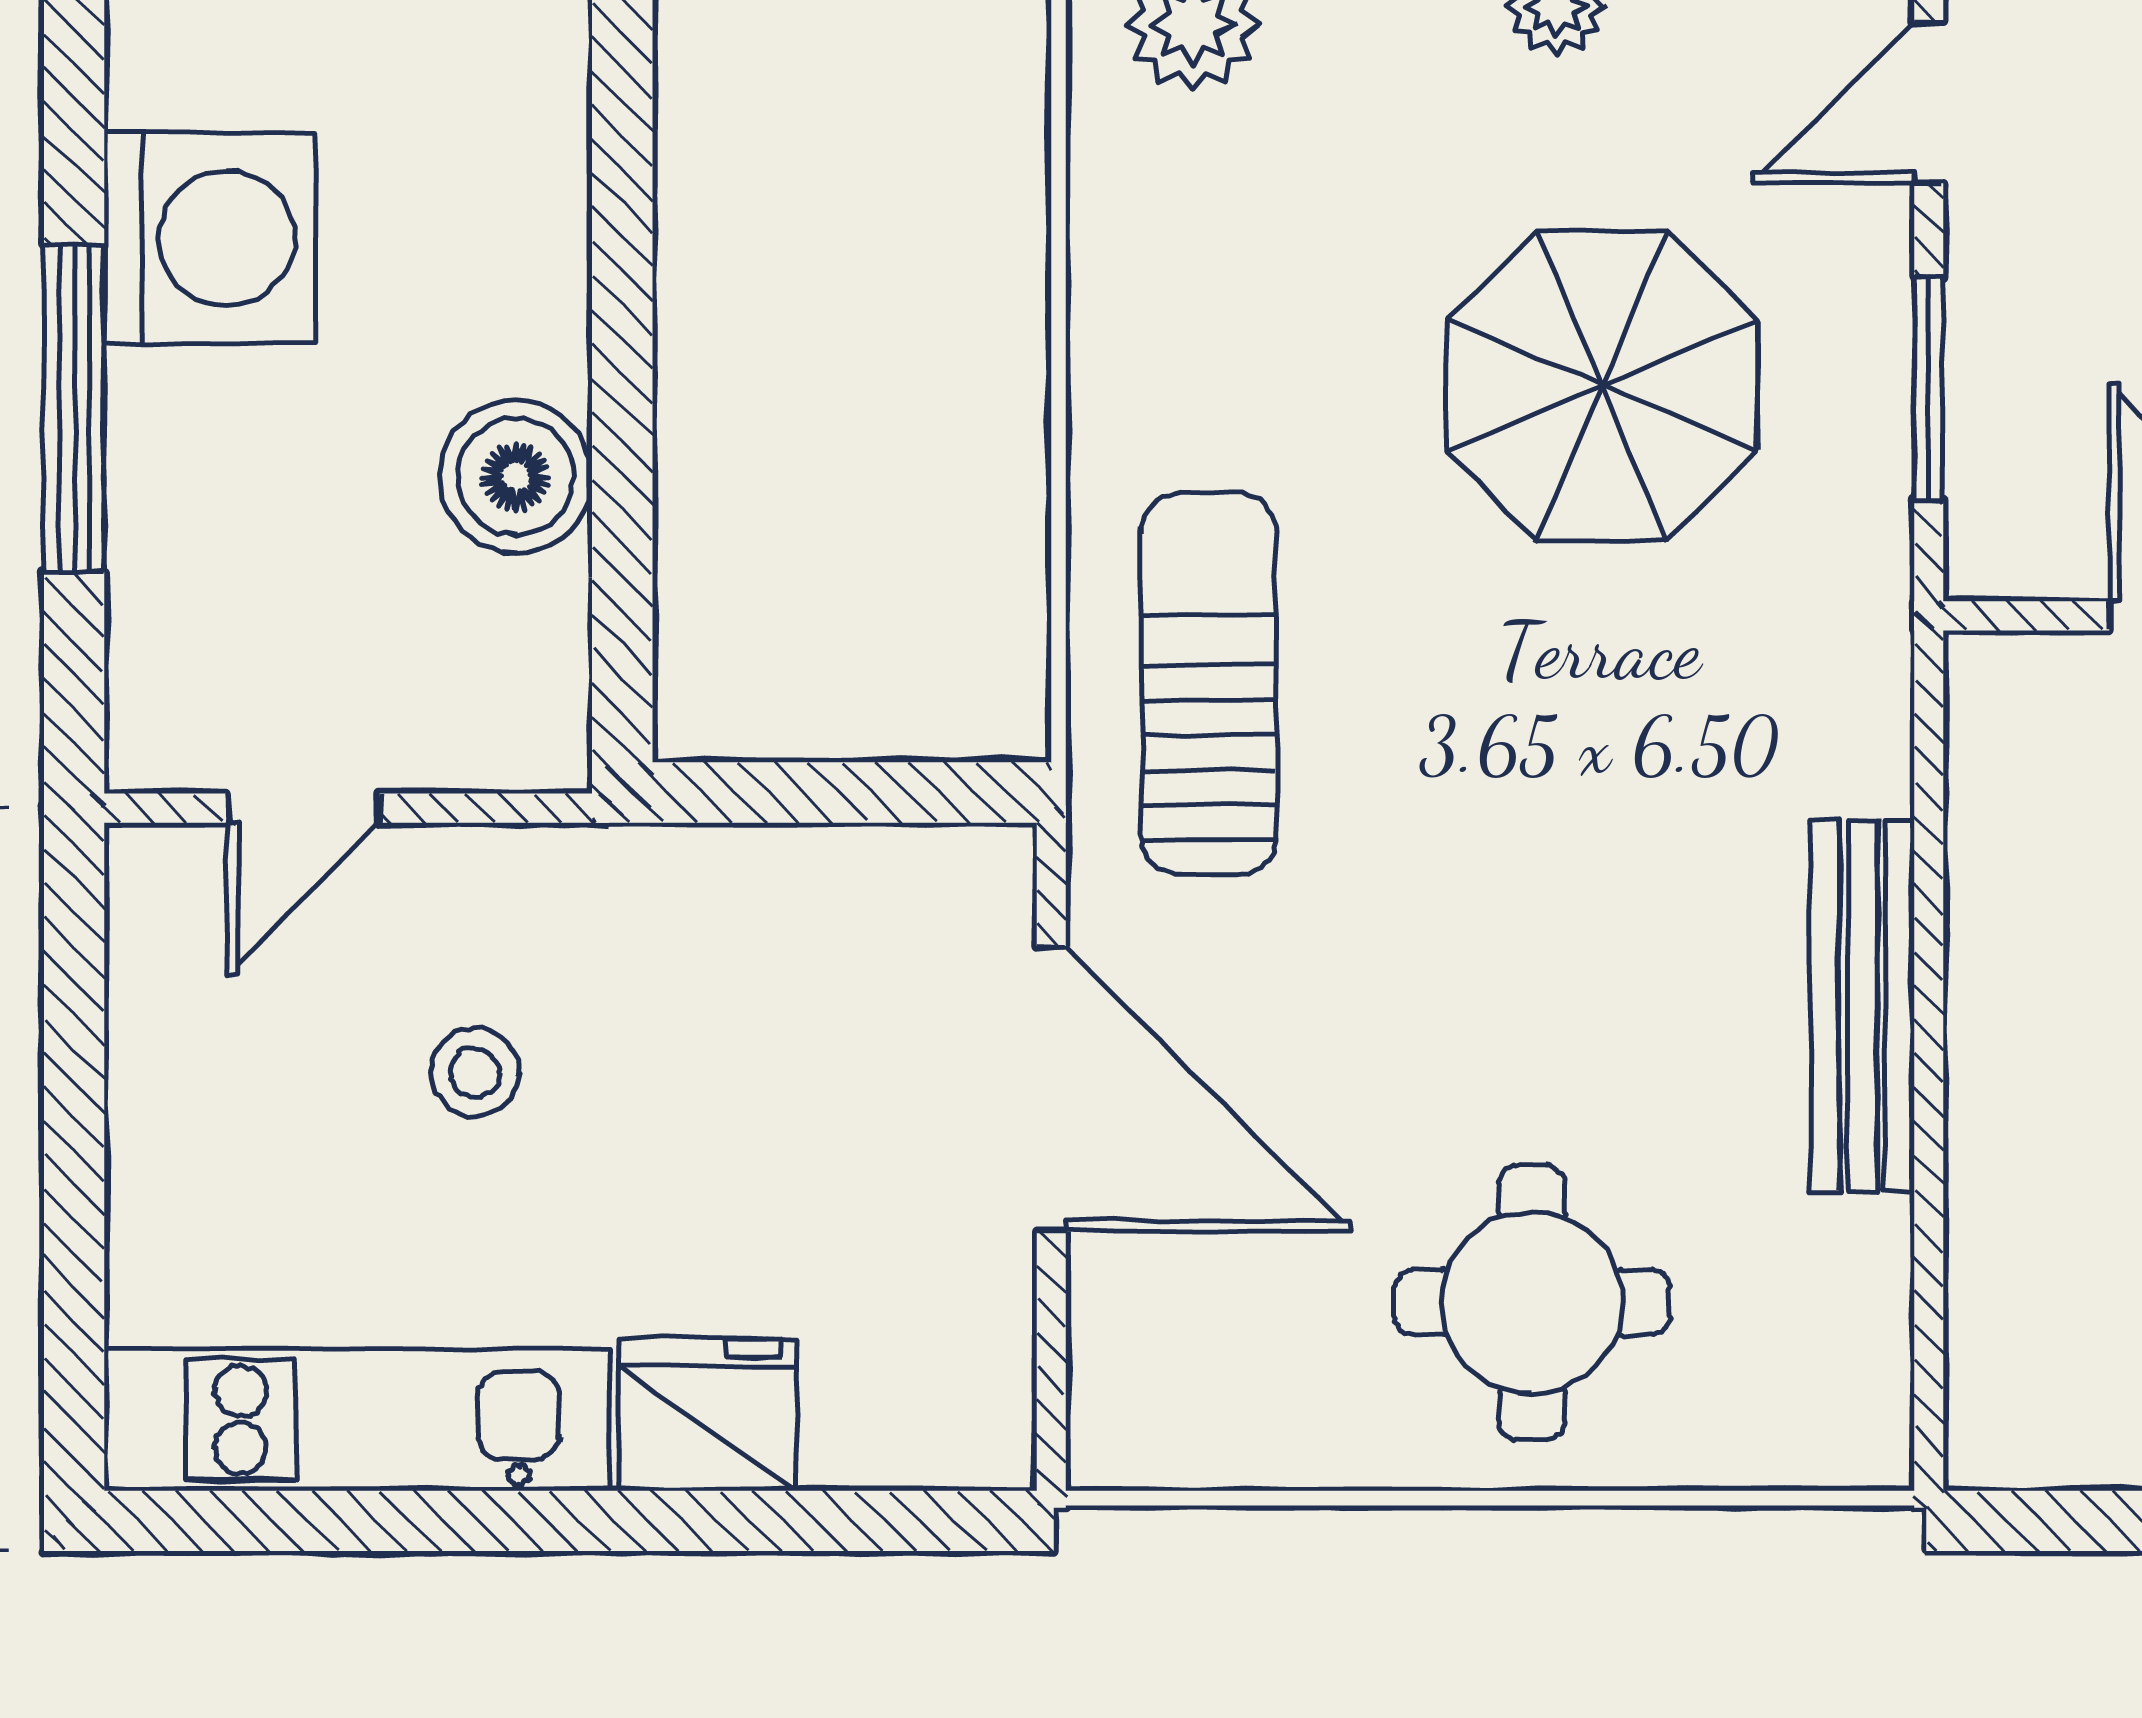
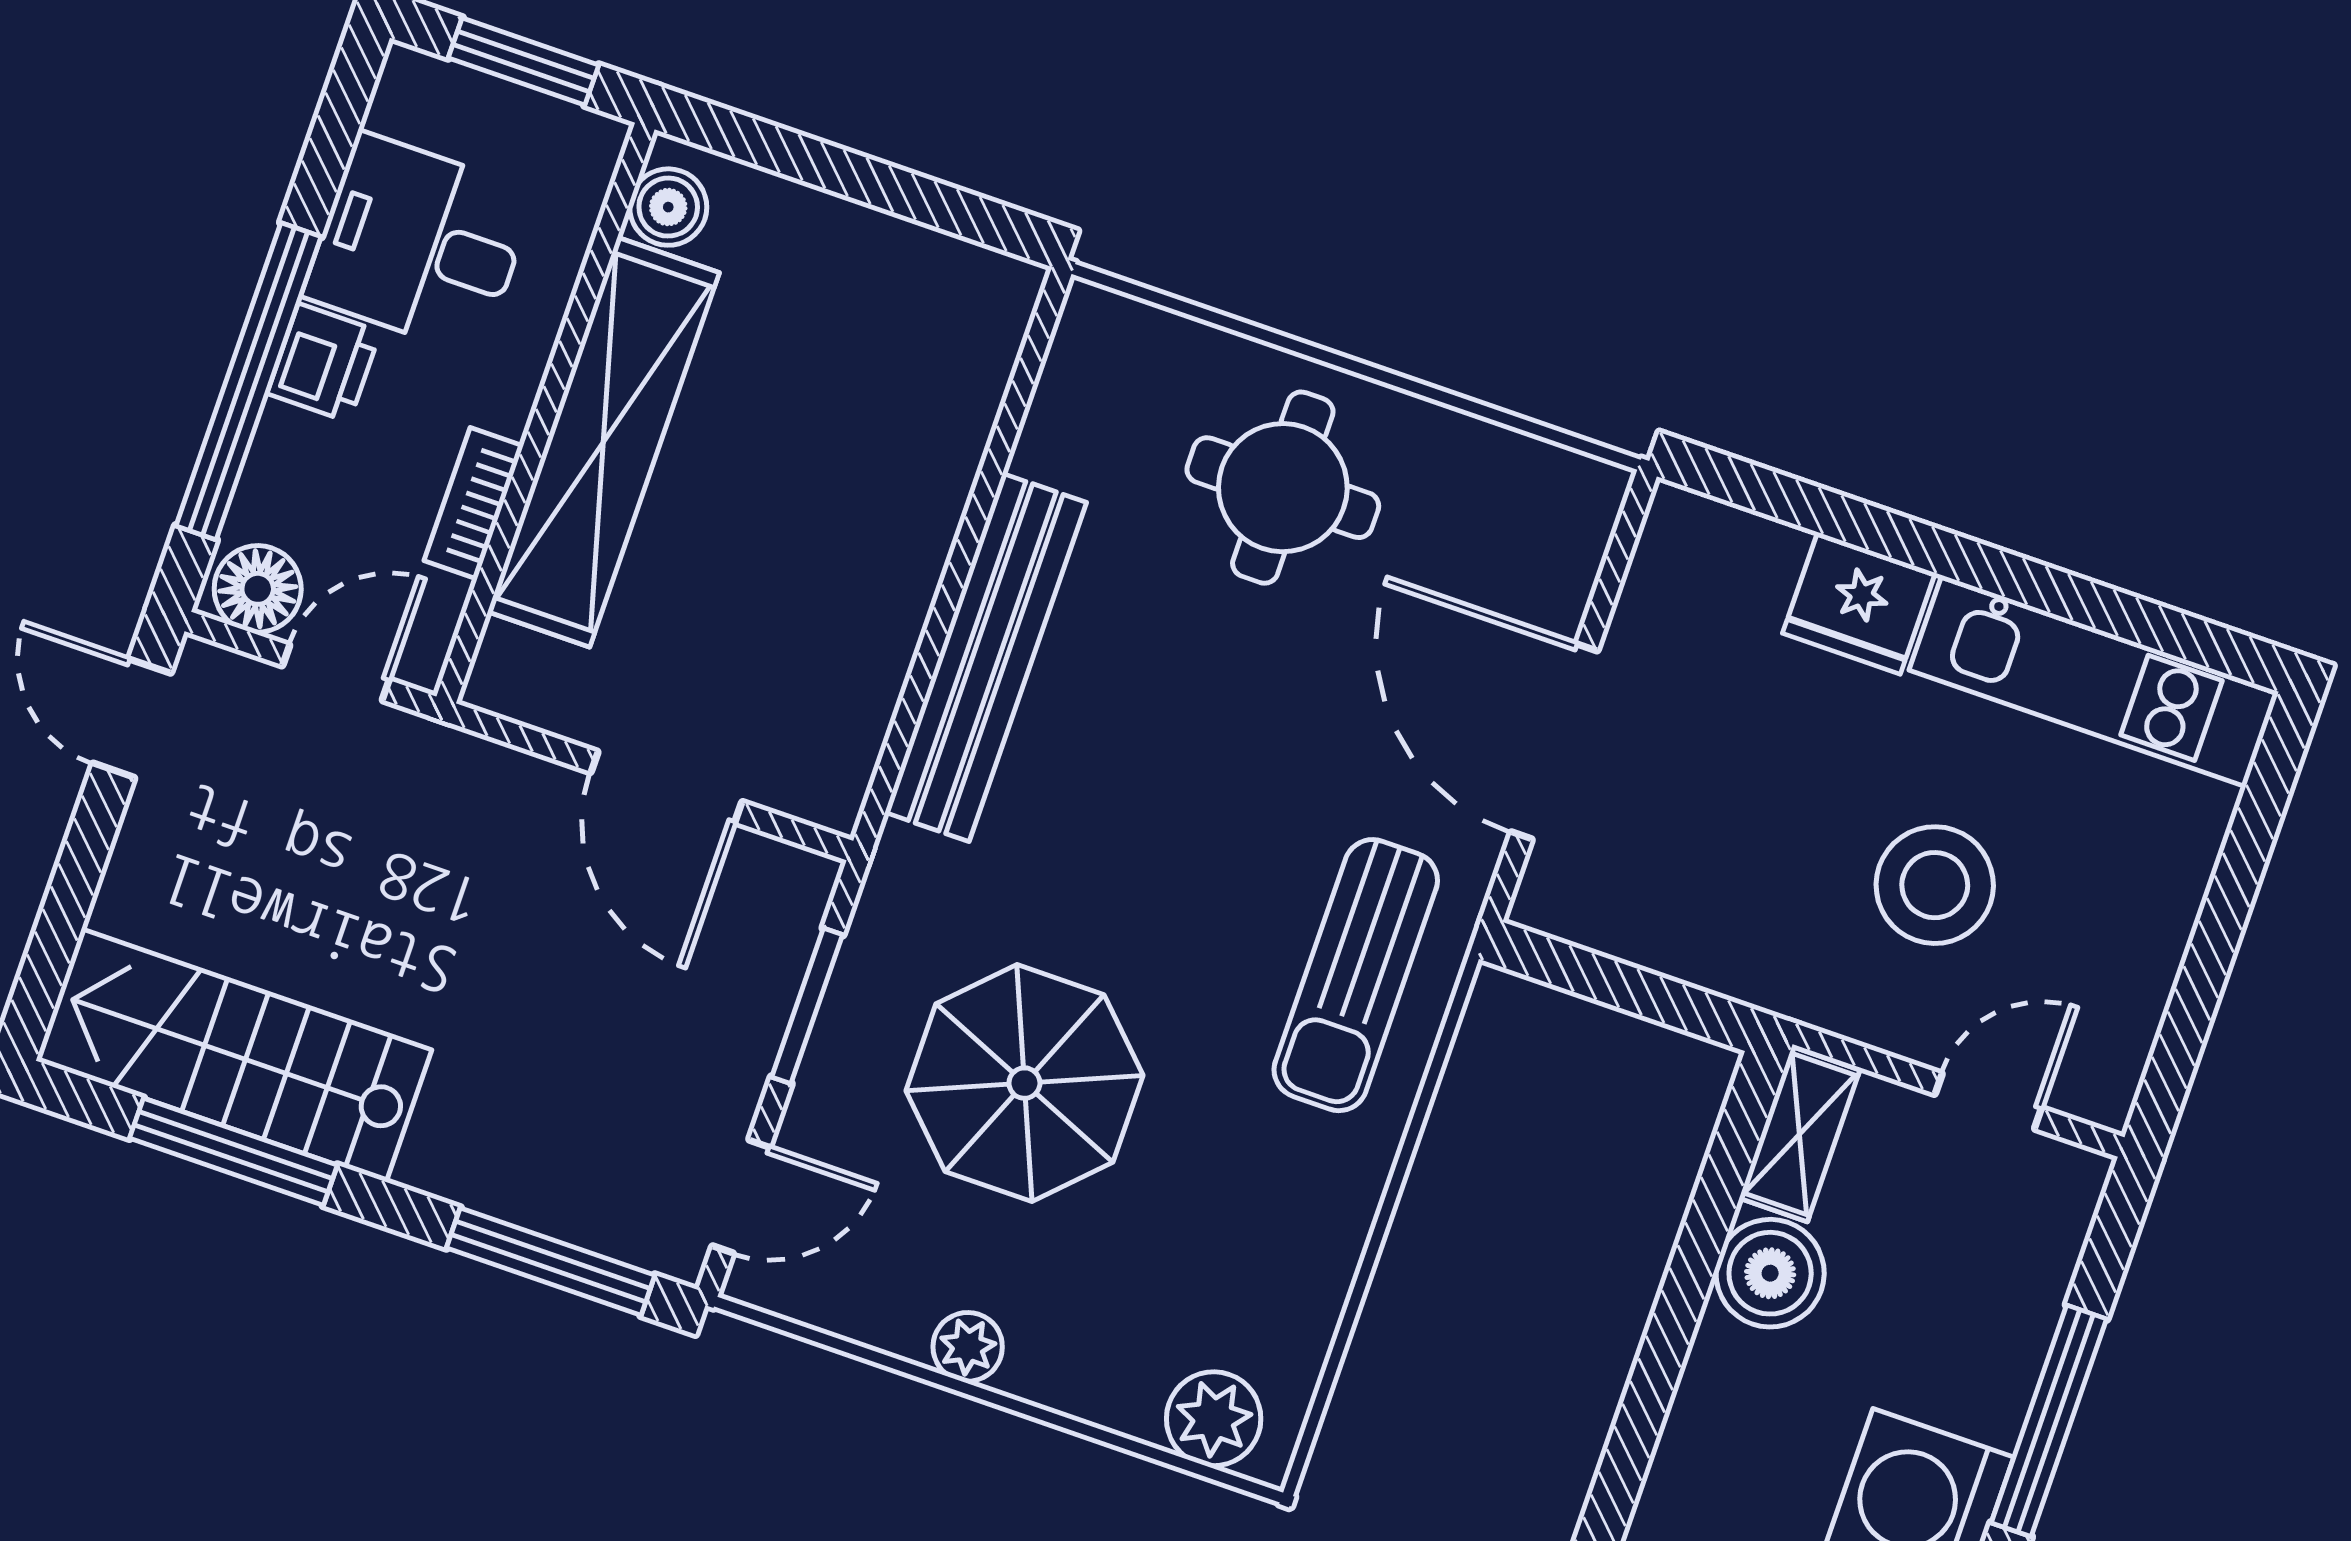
shelving: (541, 677) -> (1799, 1134), added
bench: (1862, 1006) -> (986, 657), width x1.37, depth x1.21
stool: (475, 1073) -> (1935, 885), width x1.89, depth x1.89

